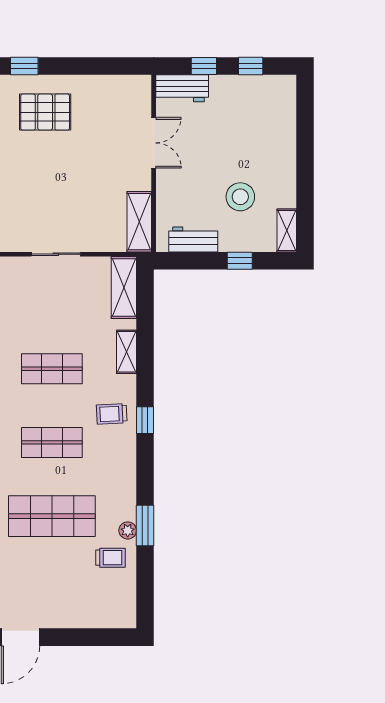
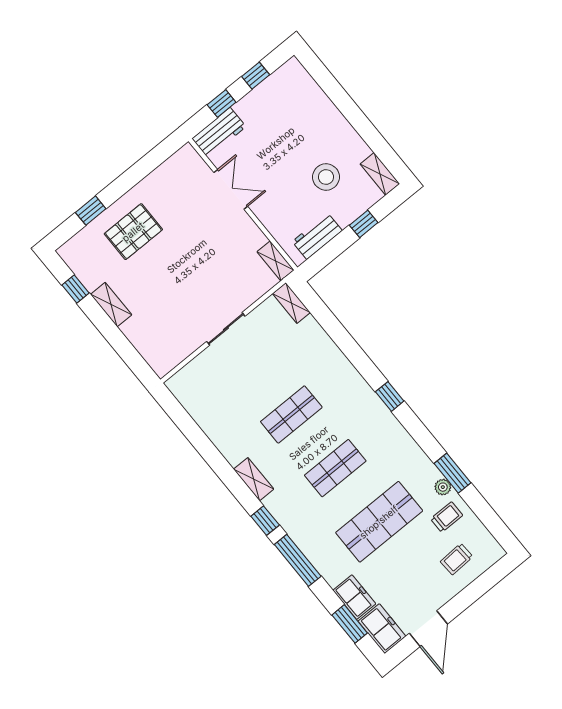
shelving: (139, 222) -> (276, 261), width x0.67, depth x0.75
shelving: (124, 287) -> (291, 303), width x0.67, depth x0.75
shelving: (127, 352) -> (336, 358), removed
trolley: (112, 414) -> (457, 559), moved

